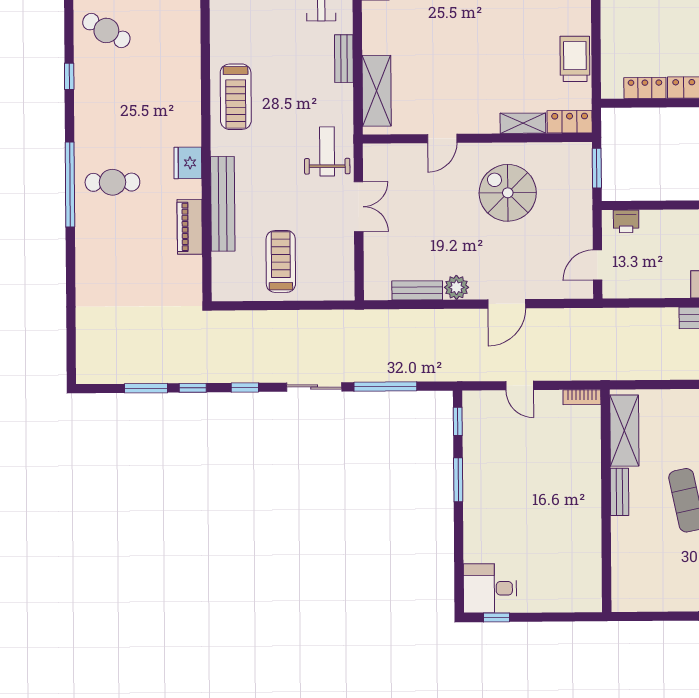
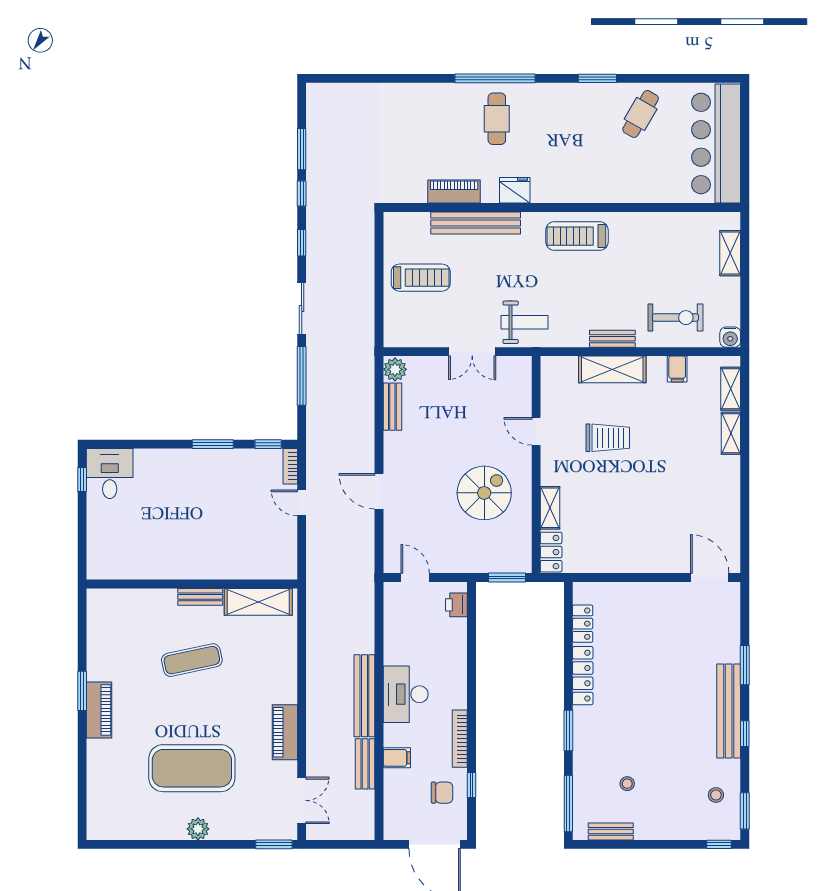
trolley: (575, 59) -> (608, 438), moved
window: (69, 76) -> (597, 78), width x1.50
shelving: (377, 91) -> (612, 369), moved
plant: (456, 287) -> (395, 369), moved
door: (520, 386) -> (302, 503), hinge flipped
bookcase: (582, 397) -> (290, 466), moved

